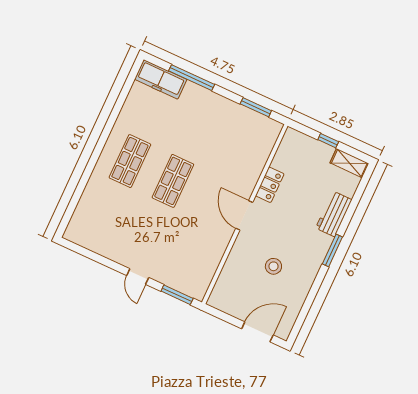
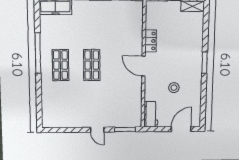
window: (107, 130) -> (38, 53), added
workbench: (334, 214) -> (151, 114), moved, turned 180

